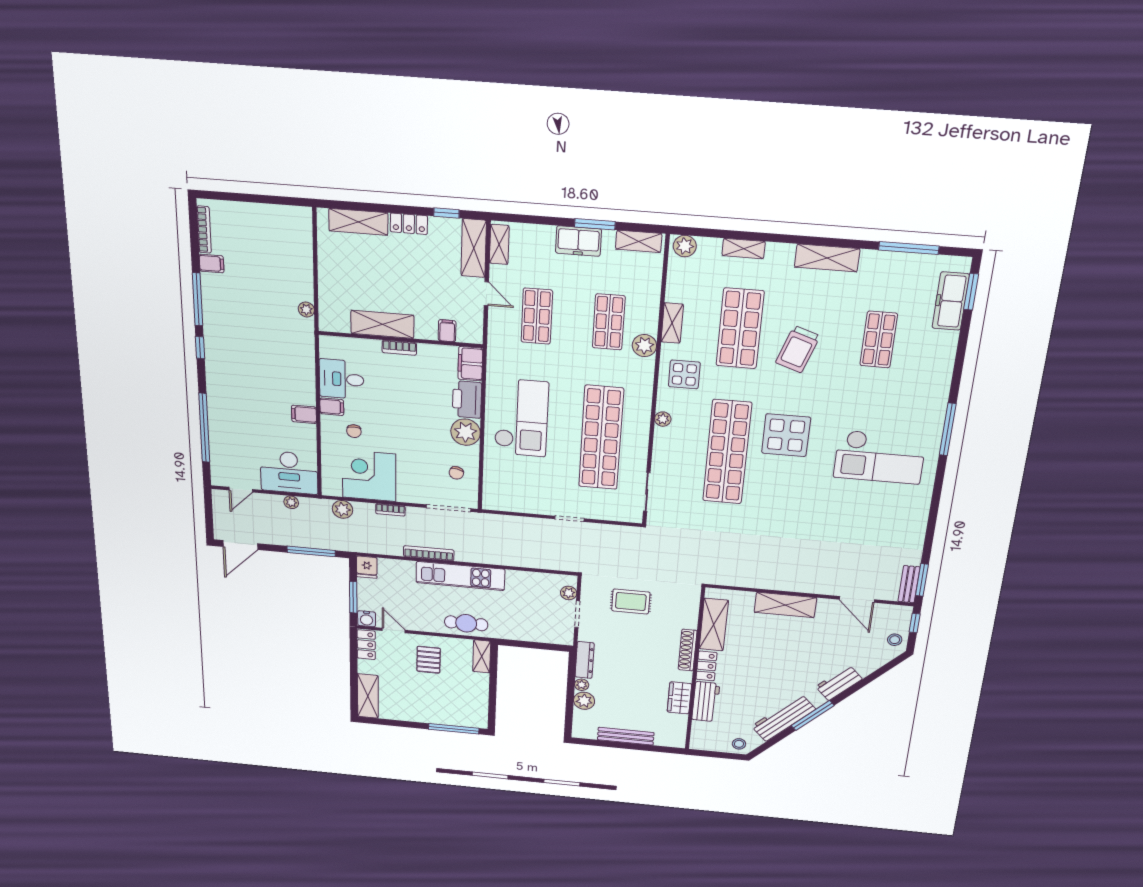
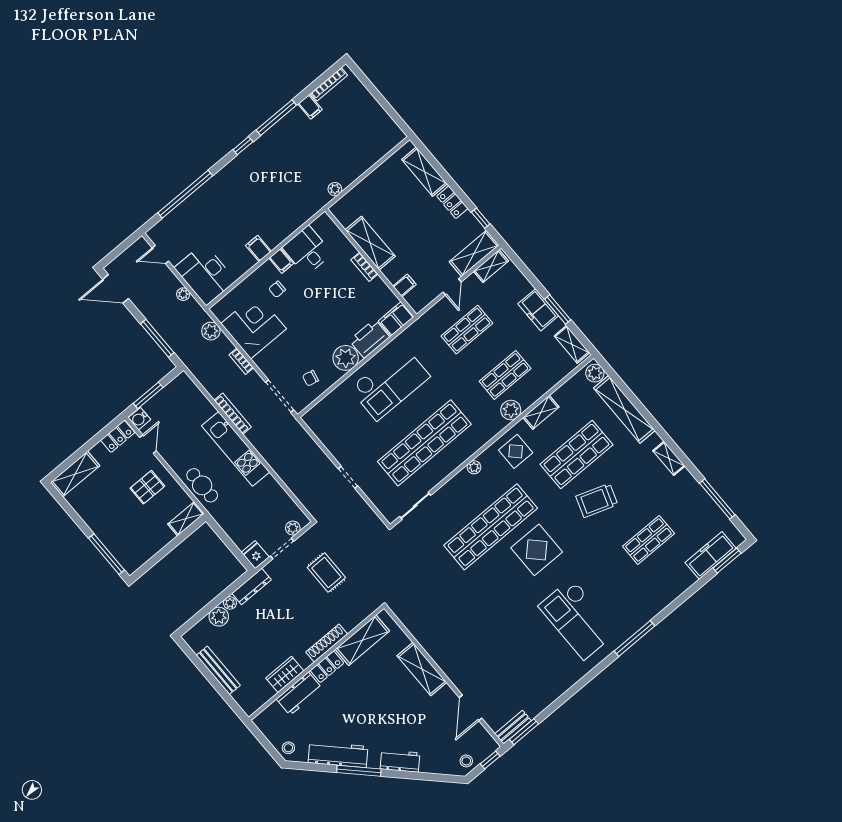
shelving: (744, 249) -> (624, 409), width x2.20, depth x1.33
shelving: (827, 258) -> (669, 458), width x0.67, depth x0.75
fridge: (367, 567) -> (255, 555), moved, turned 90

